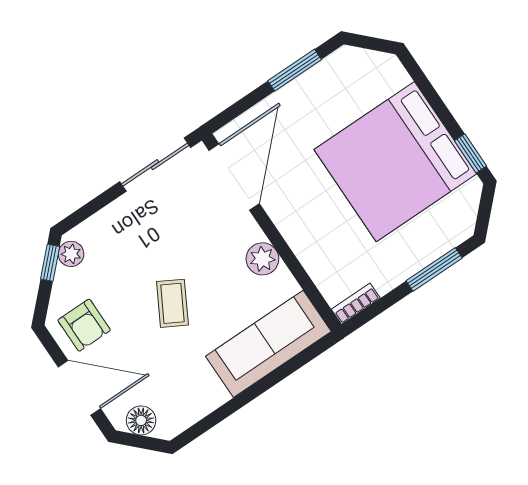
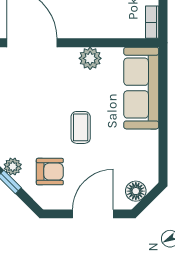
coffee table: (172, 303) -> (81, 127), turned 61
armchair: (84, 325) -> (50, 172), moved

